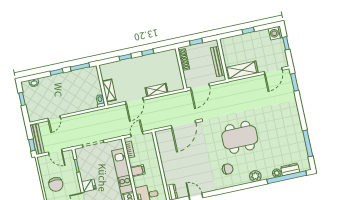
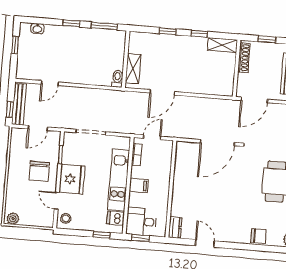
shelving: (157, 90) -> (222, 45), moved
door: (55, 152) -> (38, 128), hinge flipped
chair: (228, 169) -> (259, 236), moved
chair: (56, 184) -> (39, 171), moved
fridge: (89, 185) -> (72, 179), width x1.88, depth x1.34

